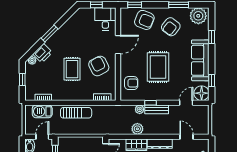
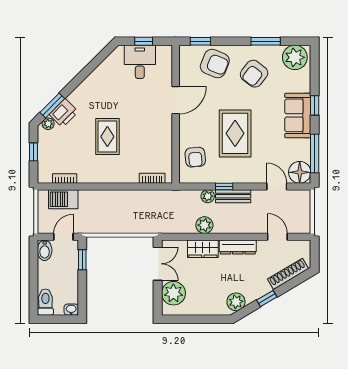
desk: (105, 19) -> (140, 62), moved
window: (50, 34) -> (52, 105), moved
window: (212, 37) -> (315, 105), moved
sofa: (200, 60) -> (298, 115), width x0.73
armchair: (99, 66) -> (147, 132), removed
window: (212, 81) -> (315, 153), width x2.17
armchair: (131, 83) -> (195, 157), turned 85
door: (186, 103) -> (277, 186), hinge flipped
sun lounger: (76, 113) -> (113, 201), removed

